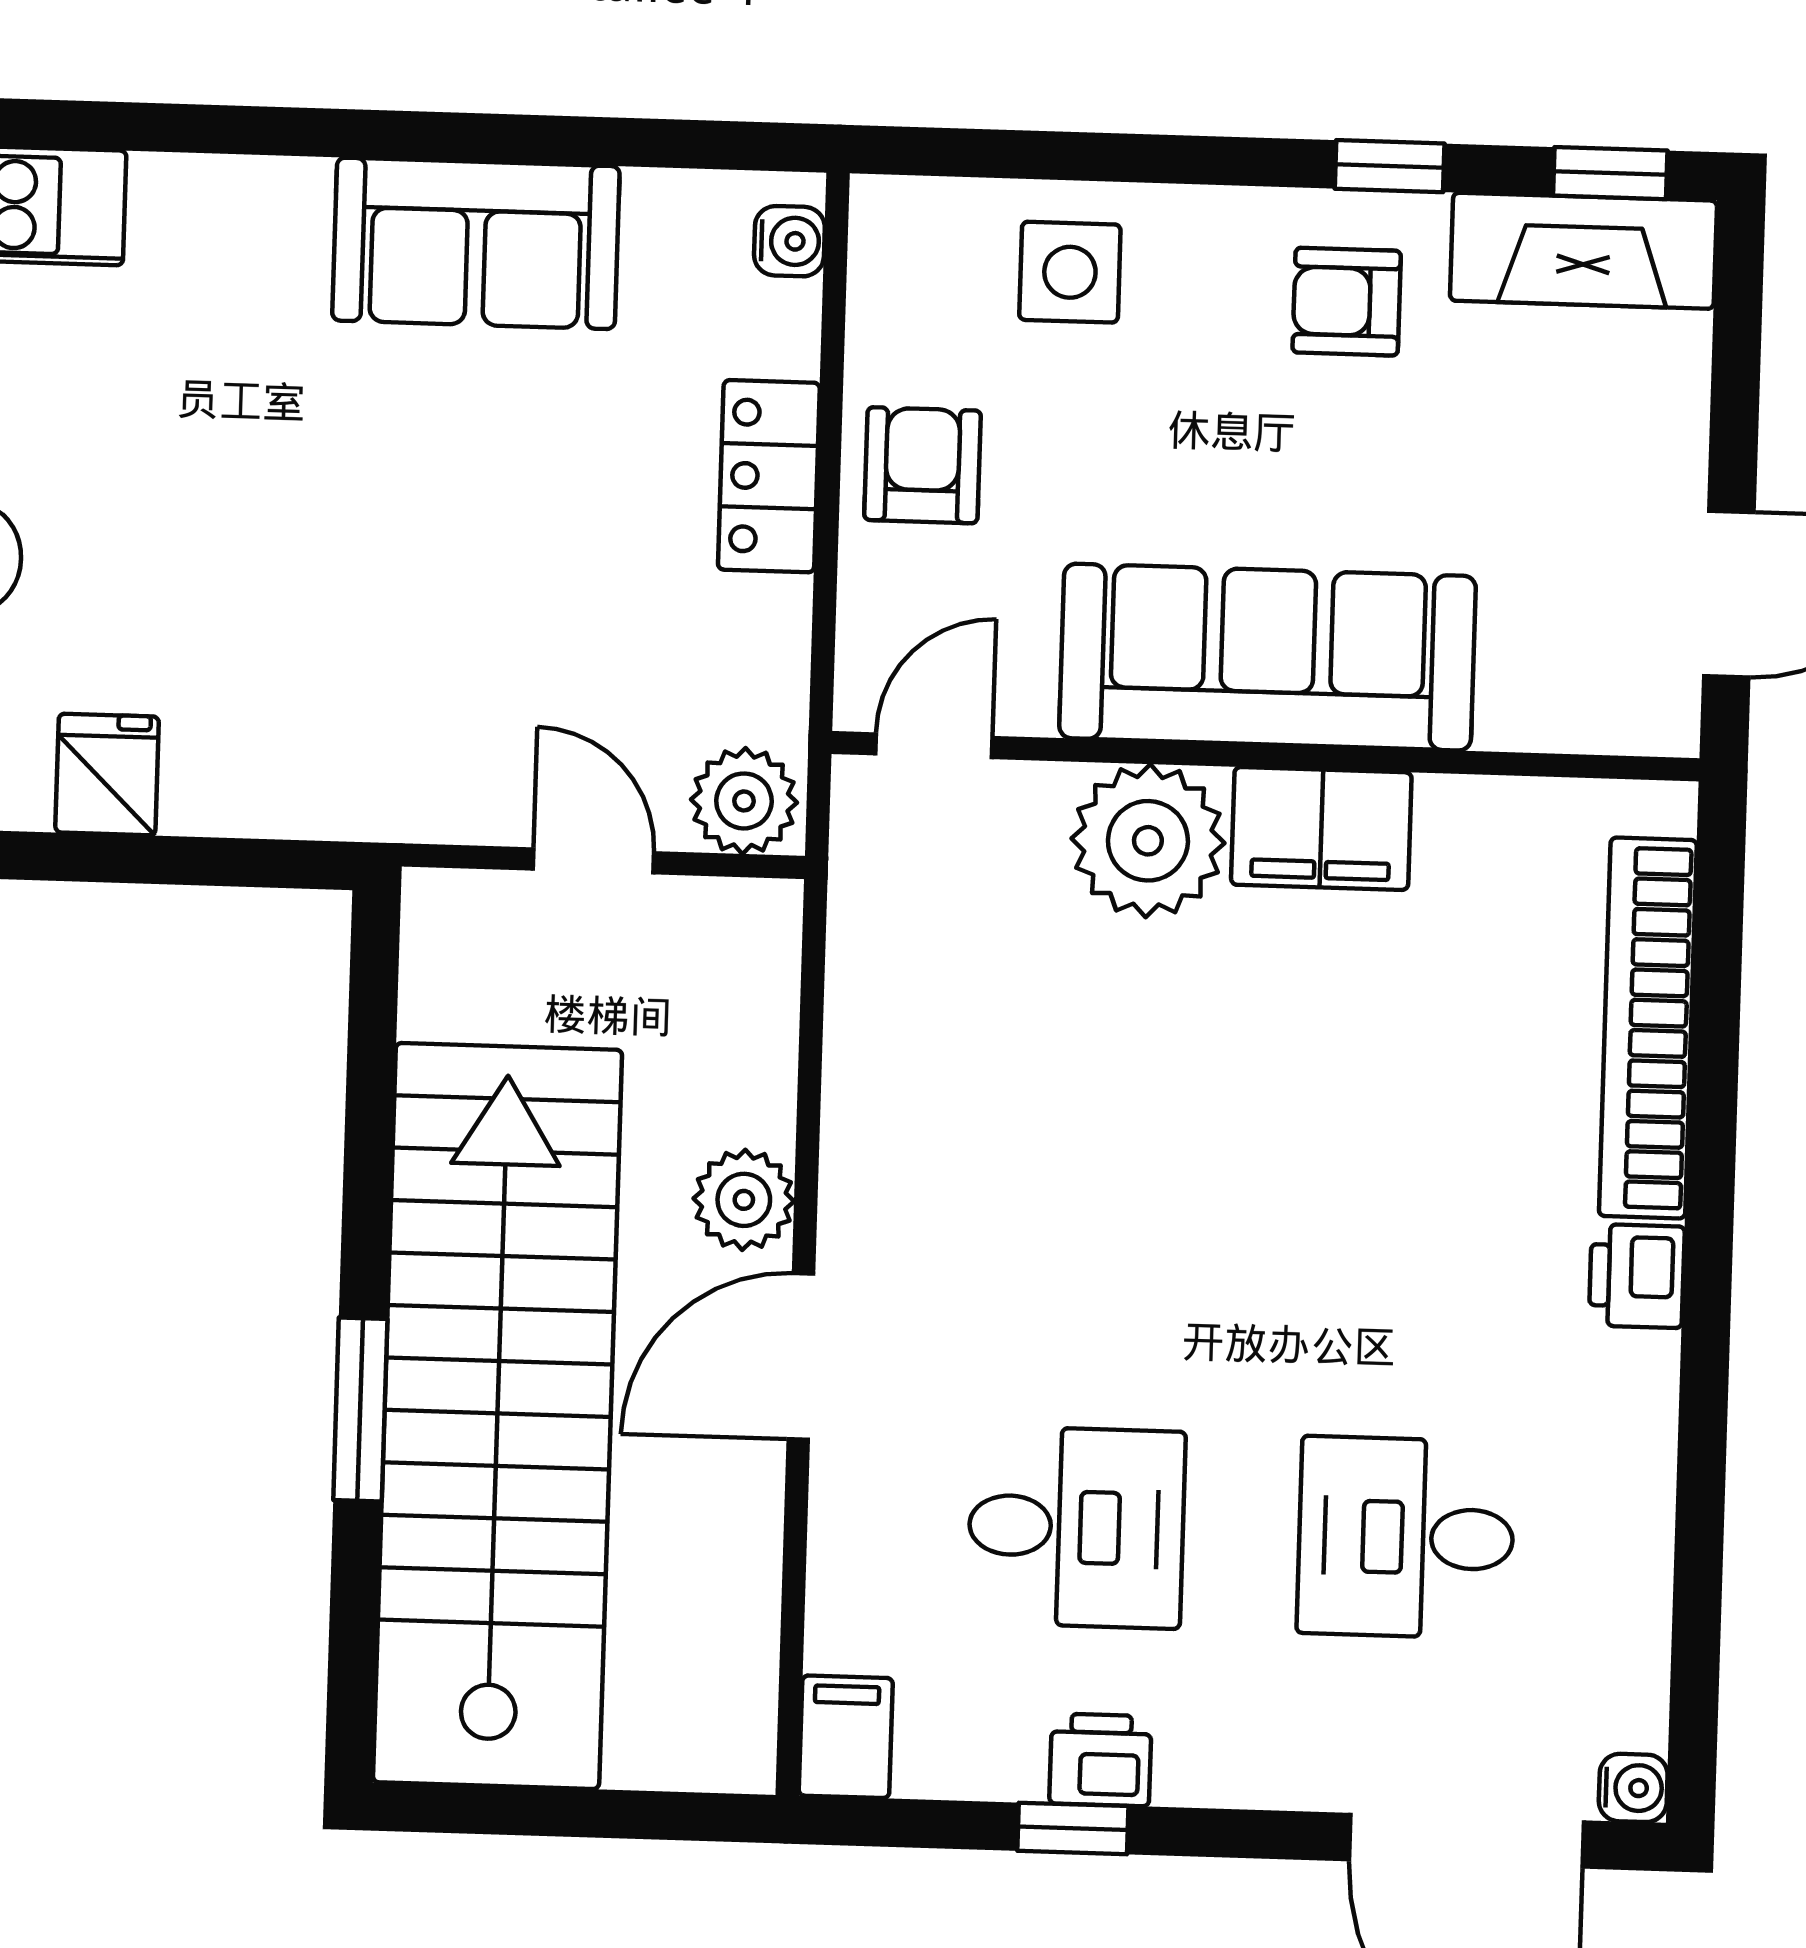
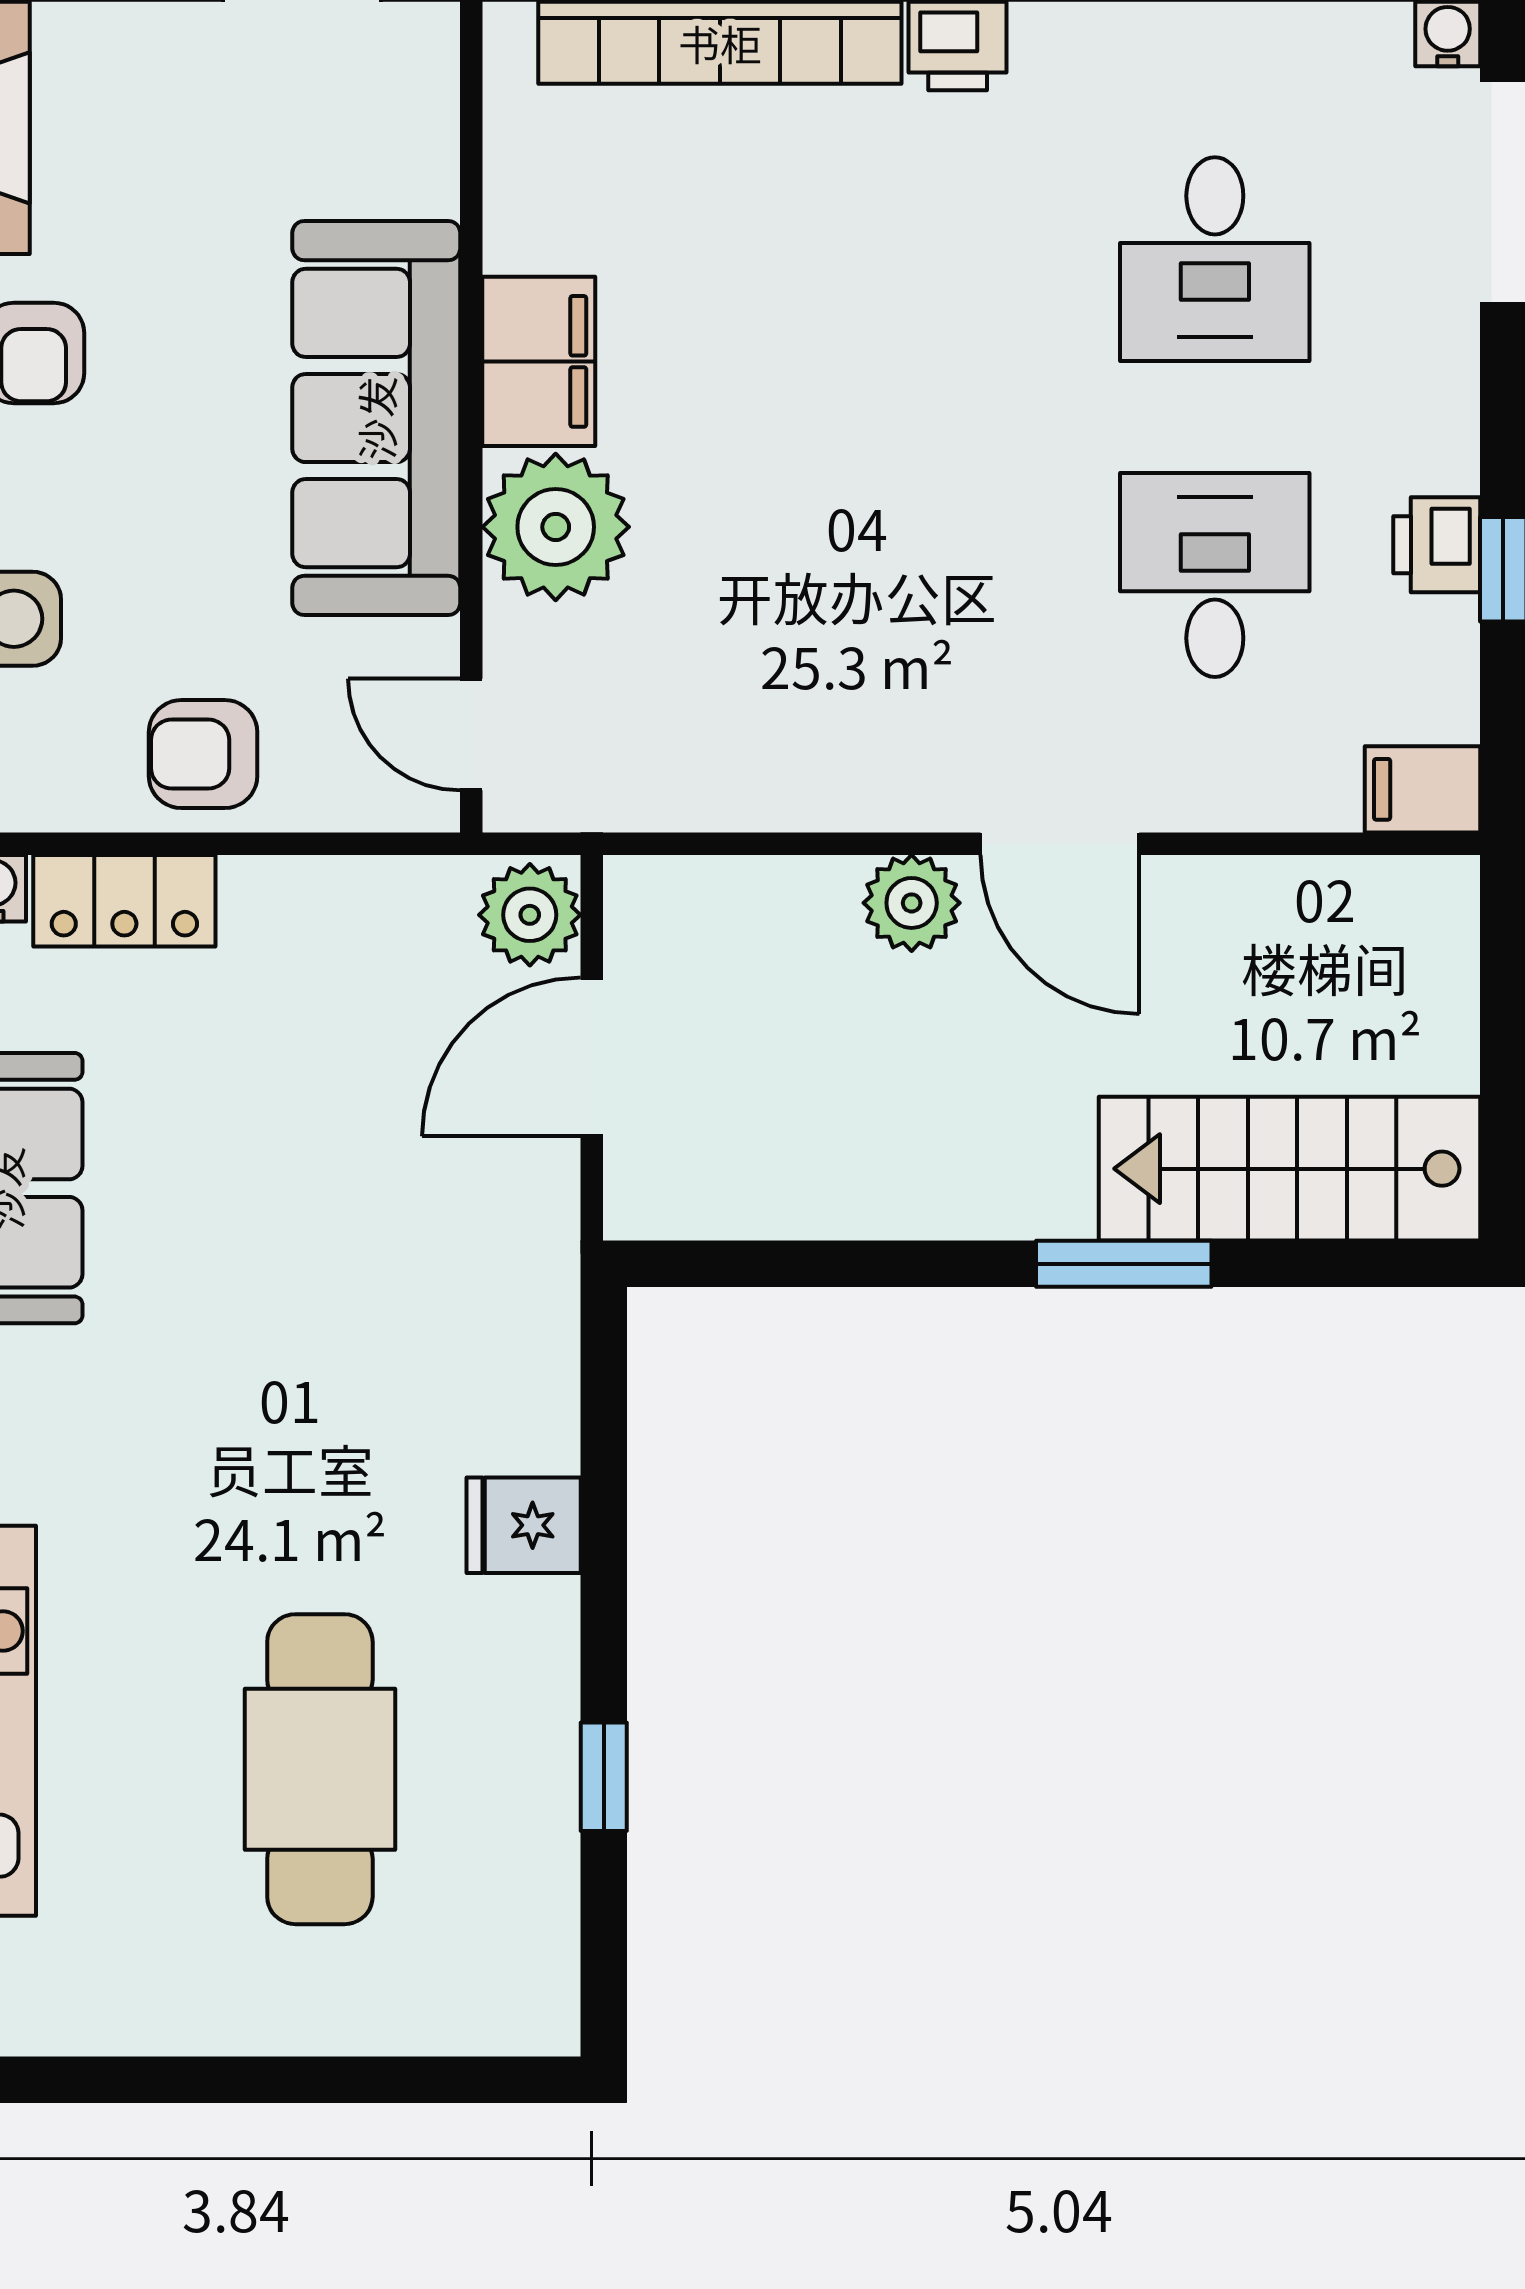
locker: (769, 476) -> (124, 901), moved
door: (594, 861) -> (592, 1057), width x1.38
stairs: (497, 1416) -> (1290, 1169), width x0.54, depth x0.66

